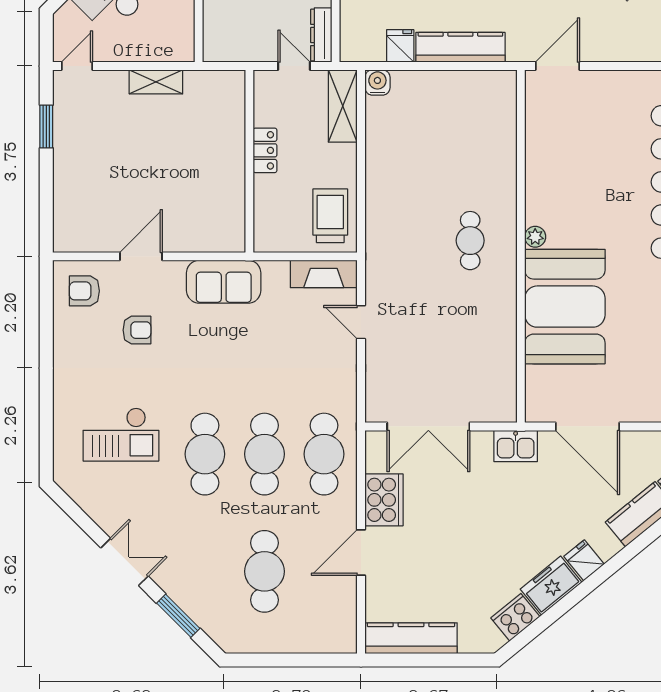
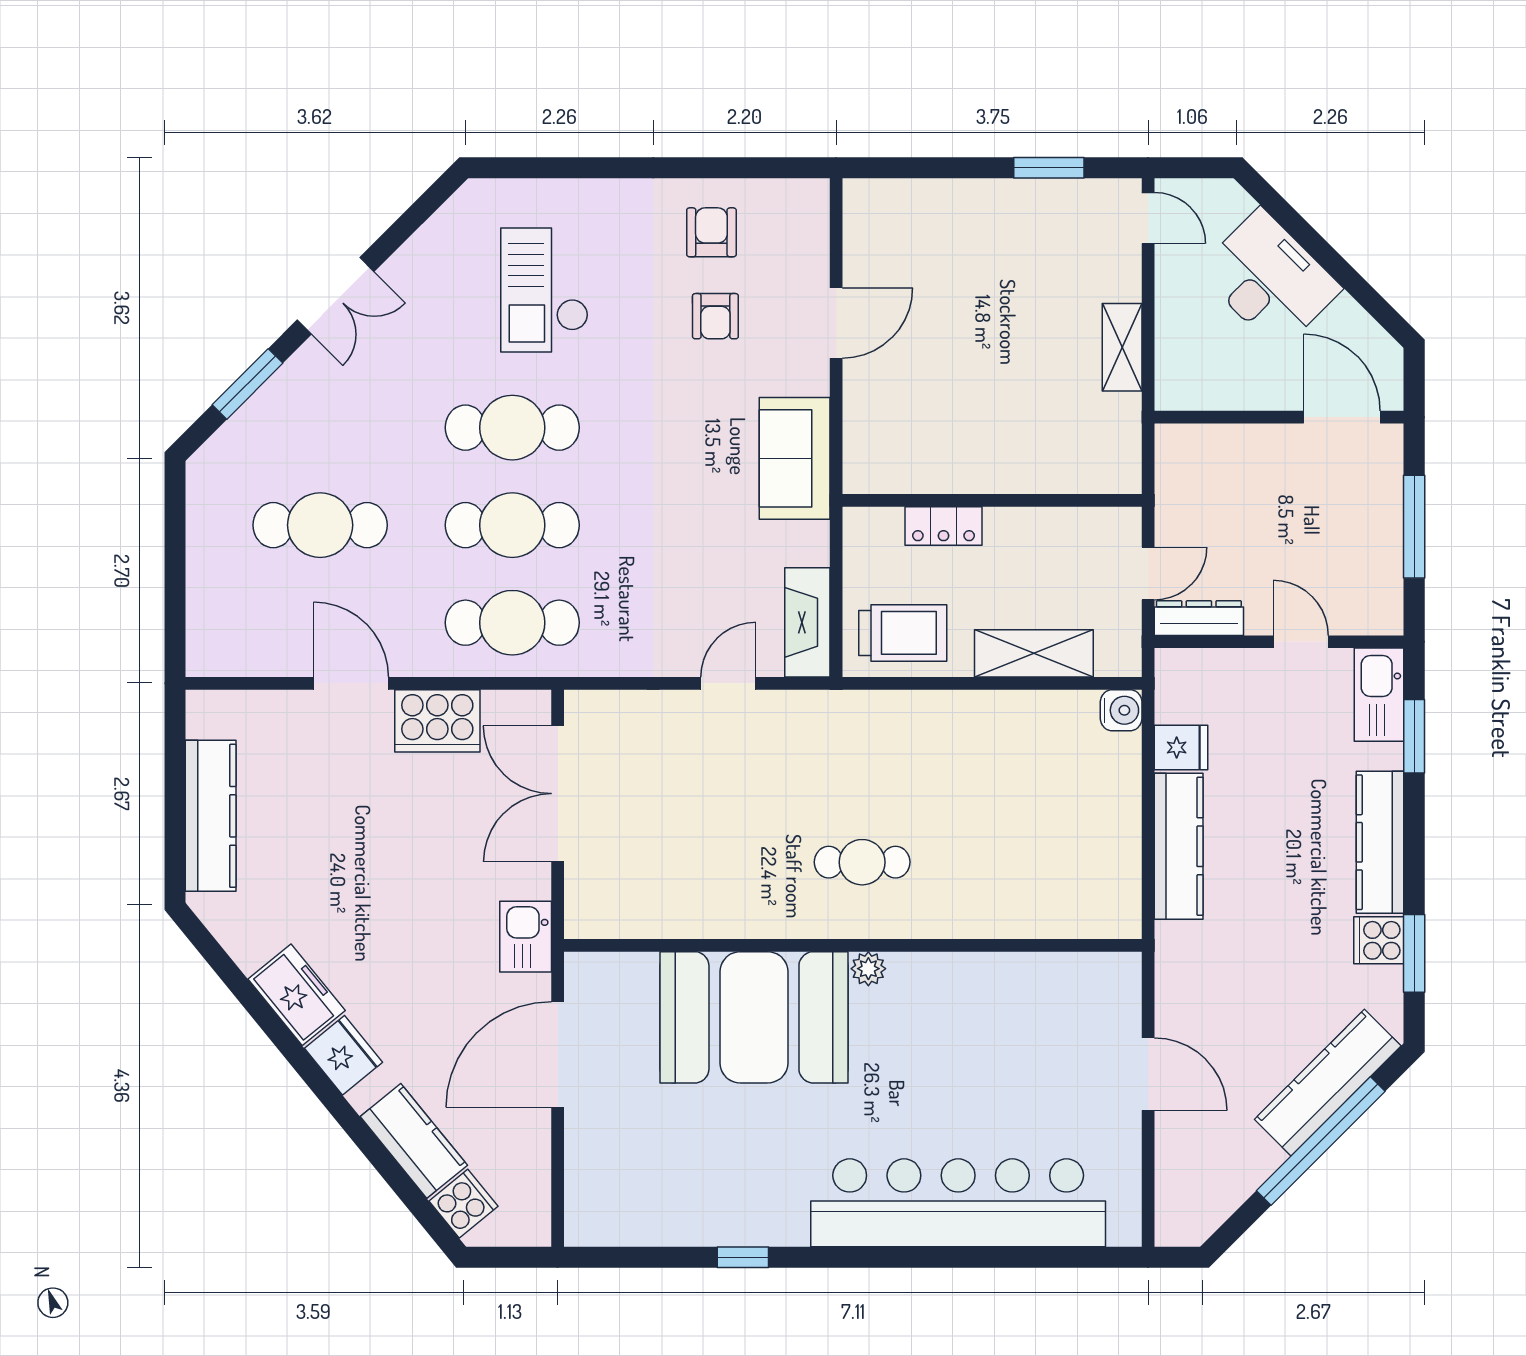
door: (557, 66) -> (1148, 1074), moved
shelving: (343, 106) -> (1034, 653), moved
locker: (265, 150) -> (943, 526), moved
door: (141, 256) -> (836, 323), hinge flipped
armchair: (84, 291) -> (711, 232), moved
fridge: (584, 560) -> (343, 1055), width x1.38
cooker: (515, 617) -> (245, 936), removed
kitchen counter: (411, 638) -> (211, 816), moved

